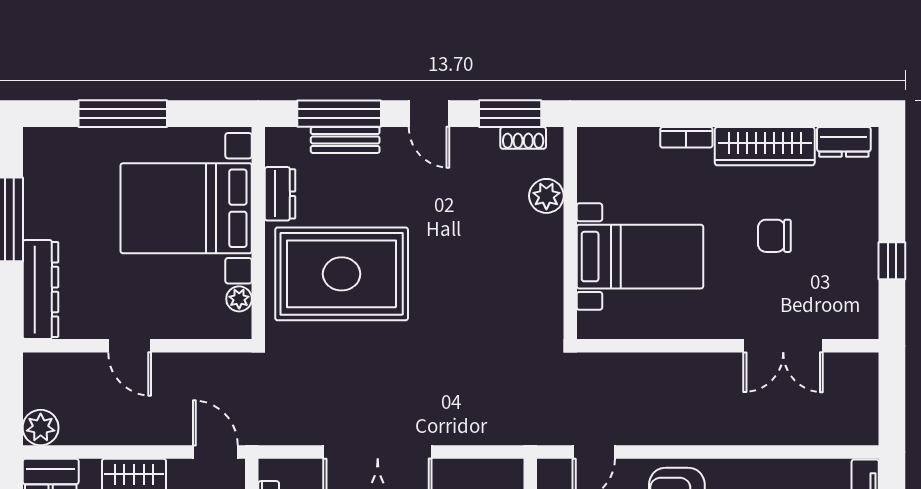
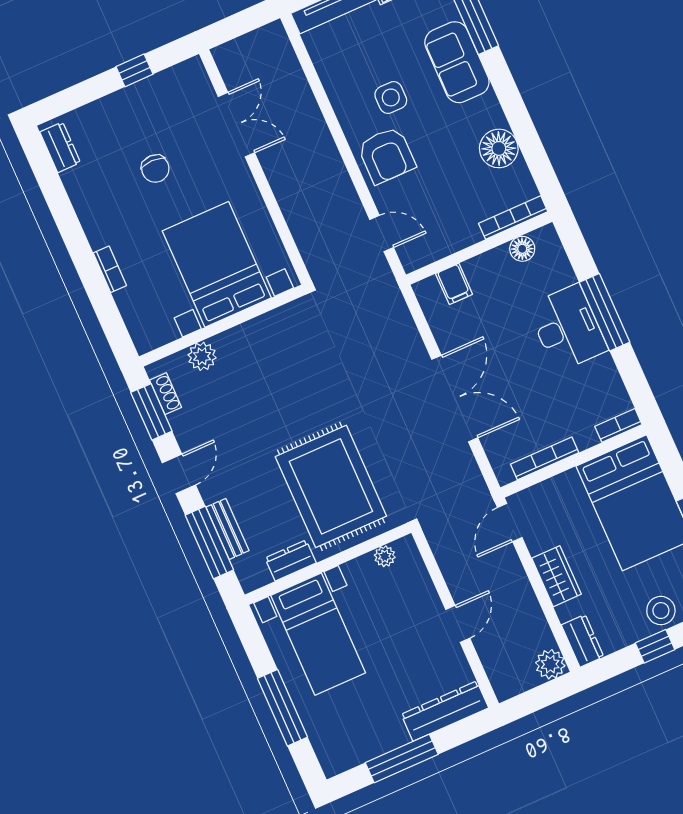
wardrobe: (765, 146) -> (90, 206), removed
bed with nightstands: (186, 208) -> (318, 634), width x0.73
bed with nightstands: (640, 257) -> (217, 264), width x1.36

